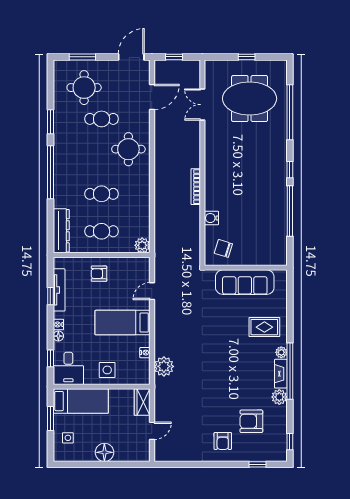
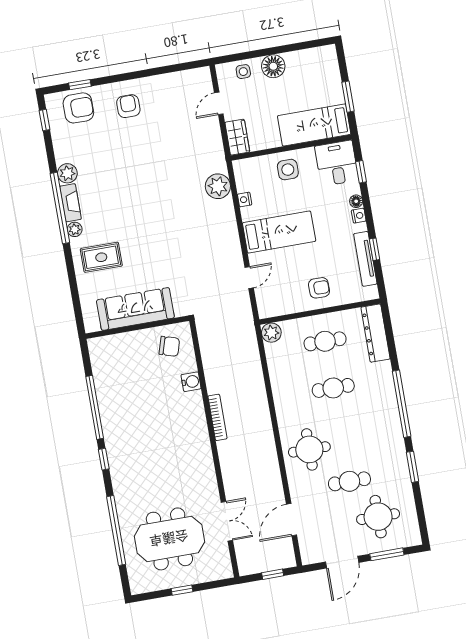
door: (131, 57) -> (342, 562), moved
armchair: (251, 421) -> (78, 108), moved
side table: (68, 438) -> (243, 72), moved

